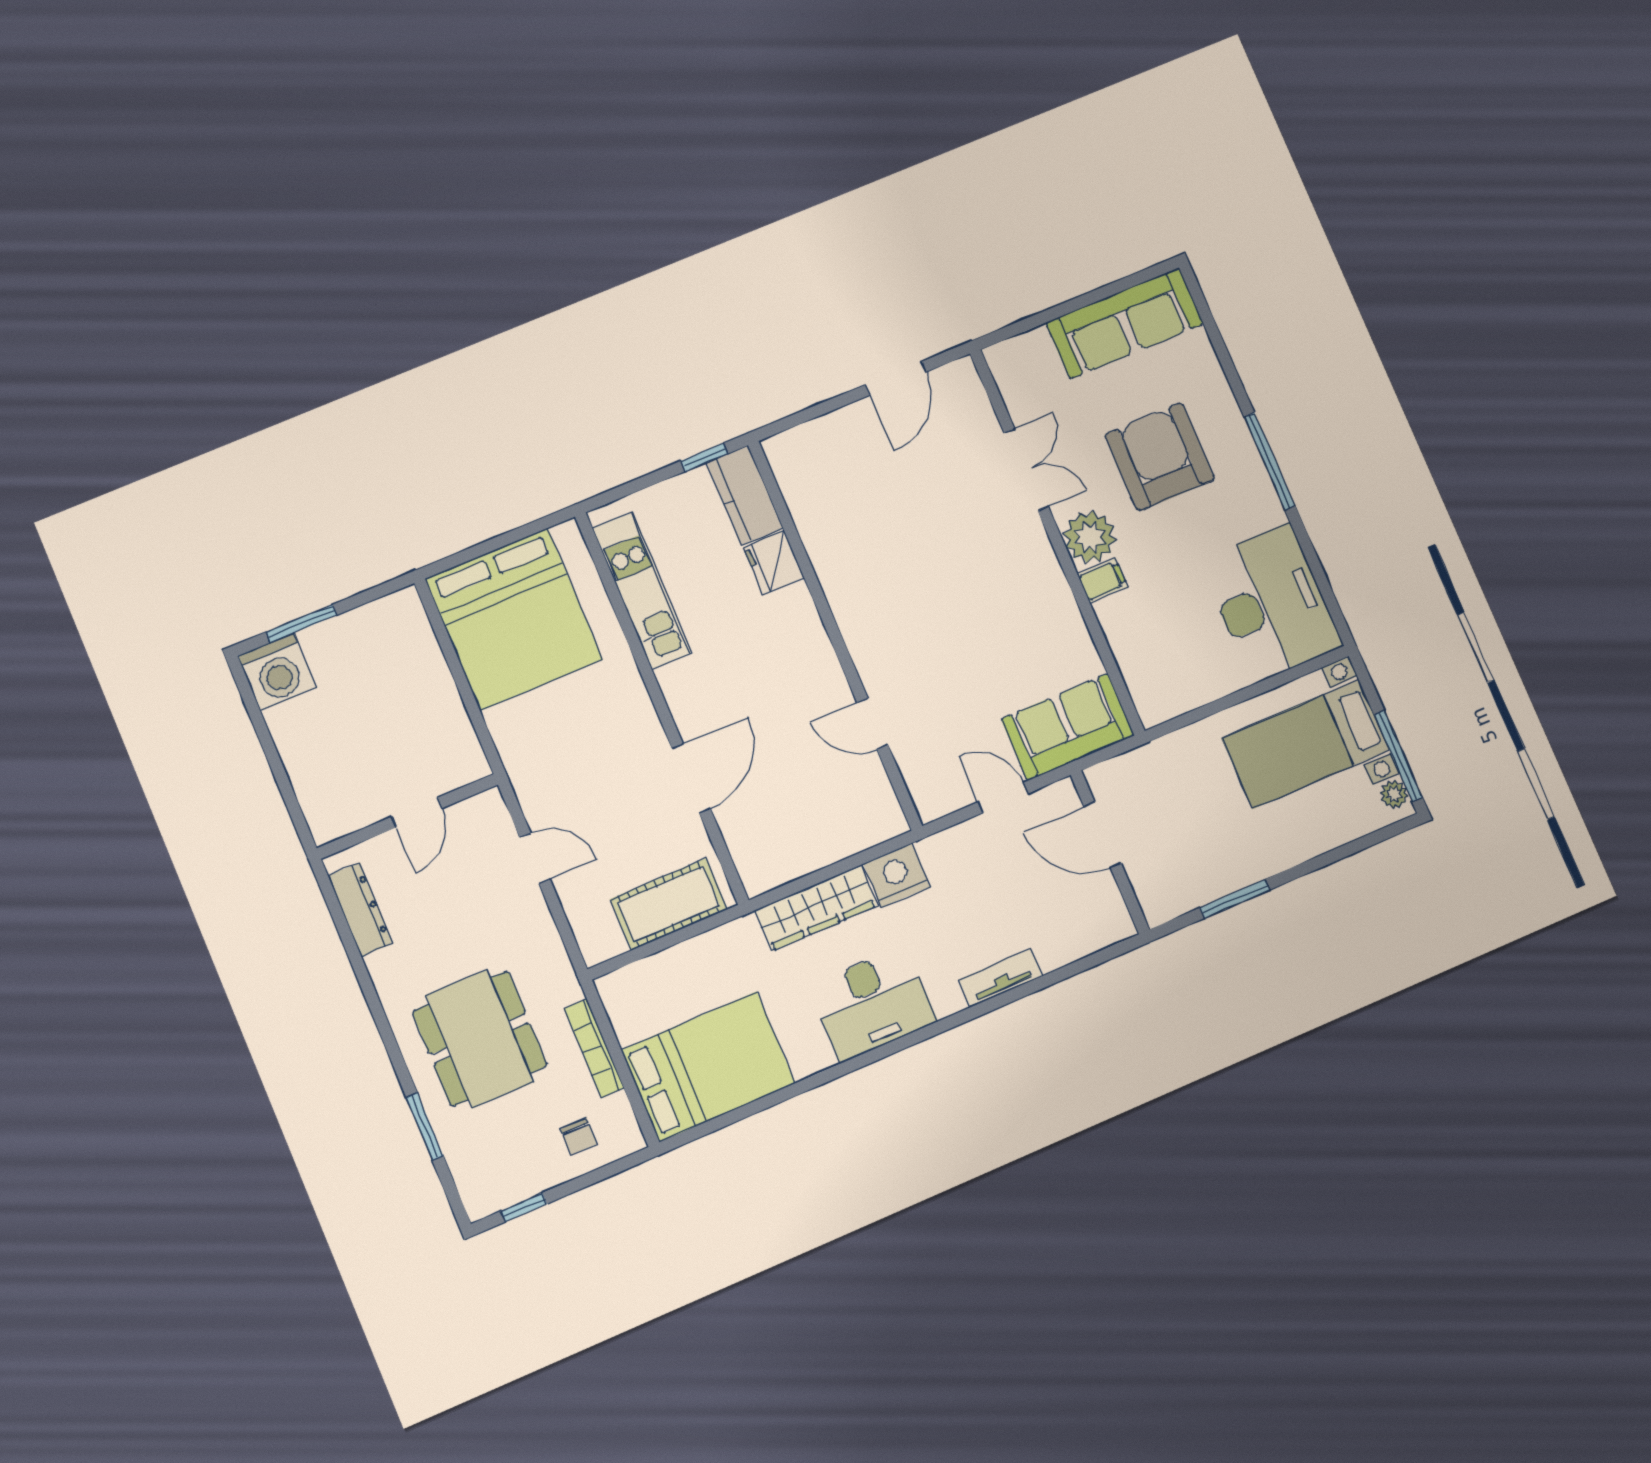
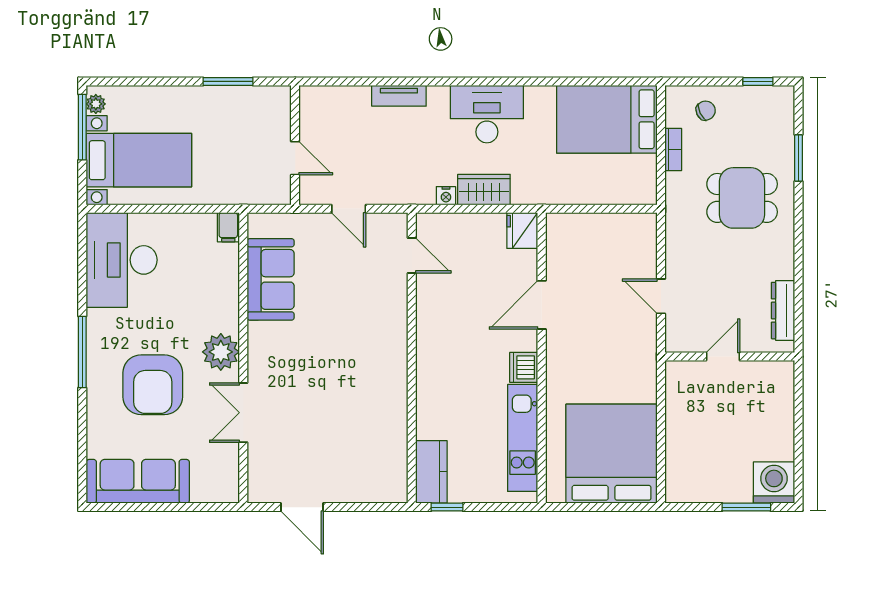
door: (896, 378) -> (302, 507), swing flipped
fridge: (774, 563) -> (522, 231), moved, turned 180
filing cabinet: (1102, 581) -> (228, 227), moved, turned -90
dishwasher: (680, 685) -> (524, 367), added
door: (872, 724) -> (412, 255), moved
sofa: (1068, 727) -> (271, 279), moved, turned -90
door: (1103, 835) -> (295, 158), width x0.73
nightstand: (897, 875) -> (446, 196), width x0.53, depth x0.56
cot: (669, 904) -> (589, 232), removed
wardrobe: (816, 908) -> (484, 190), width x0.67
dining table: (480, 1039) -> (742, 198), width x0.73
bookcase: (594, 1048) -> (673, 149), width x0.64
chair: (579, 1137) -> (706, 111), turned 65

